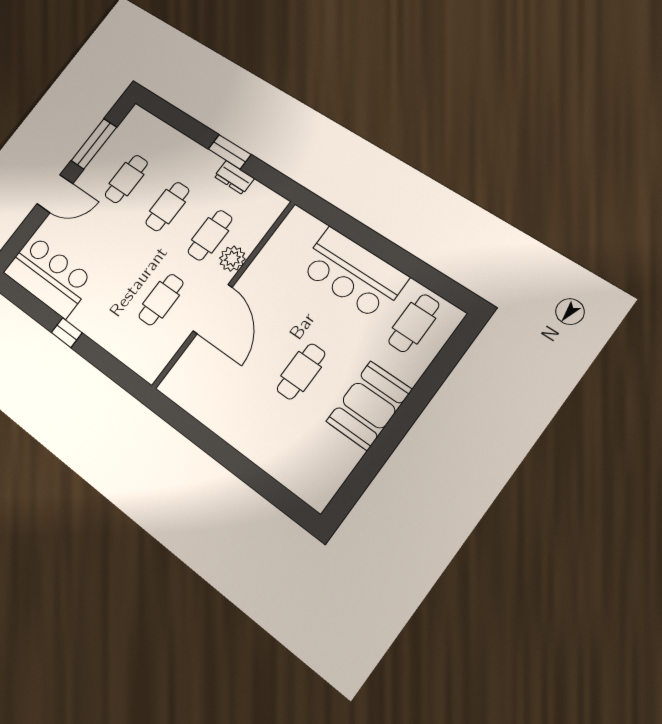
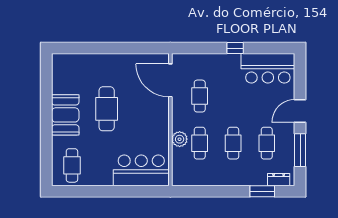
window: (230, 152) -> (262, 191), moved
dresser: (234, 177) -> (279, 180), moved
bar counter: (353, 273) -> (141, 170), moved
door: (213, 309) -> (170, 80), moved
cafe table: (301, 371) -> (107, 109), width x1.37, depth x1.35

